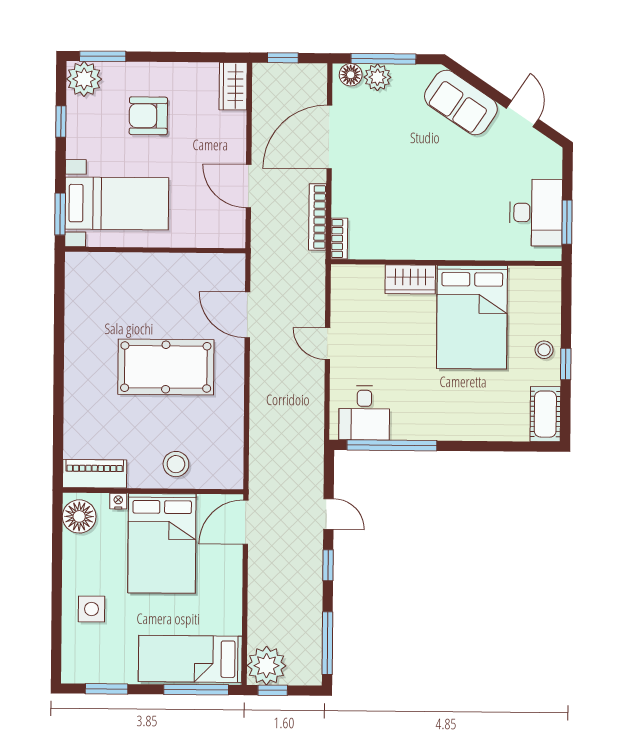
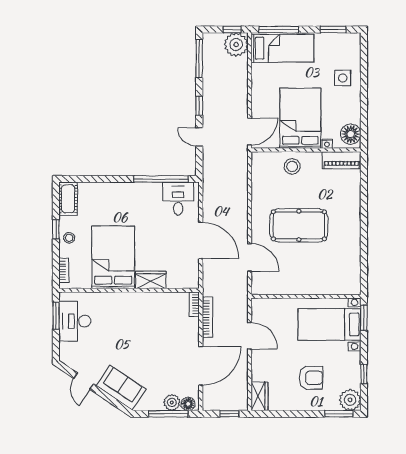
bookcase: (553, 296) -> (64, 270), added
door: (328, 344) -> (201, 240), width x1.87

